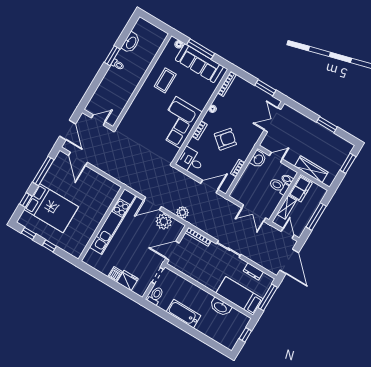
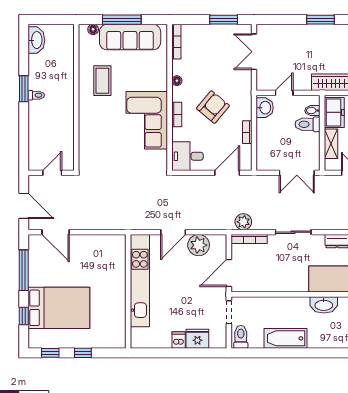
washbasin: (131, 43) -> (36, 40), moved
plant: (182, 212) -> (243, 222), moved

